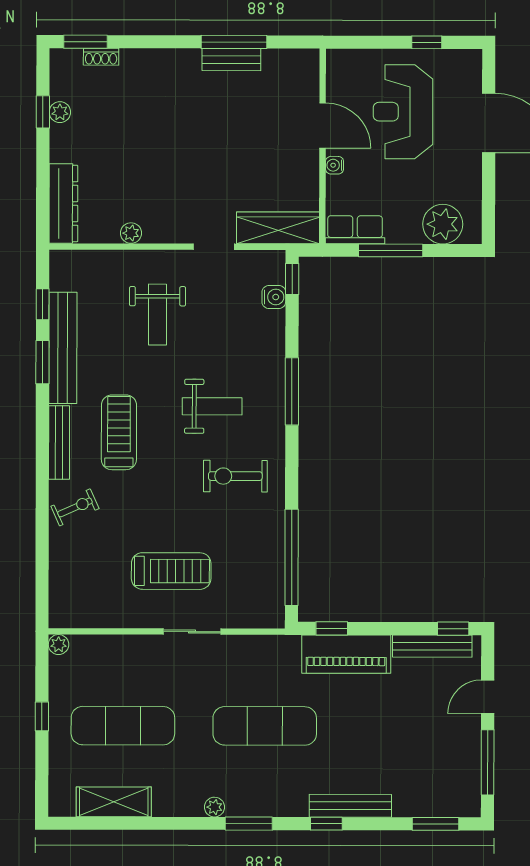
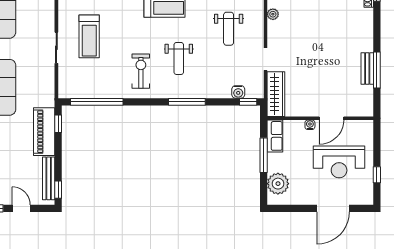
reception desk: (403, 112) -> (339, 162), turned 180
weight bench: (157, 315) -> (229, 29), turned -90

